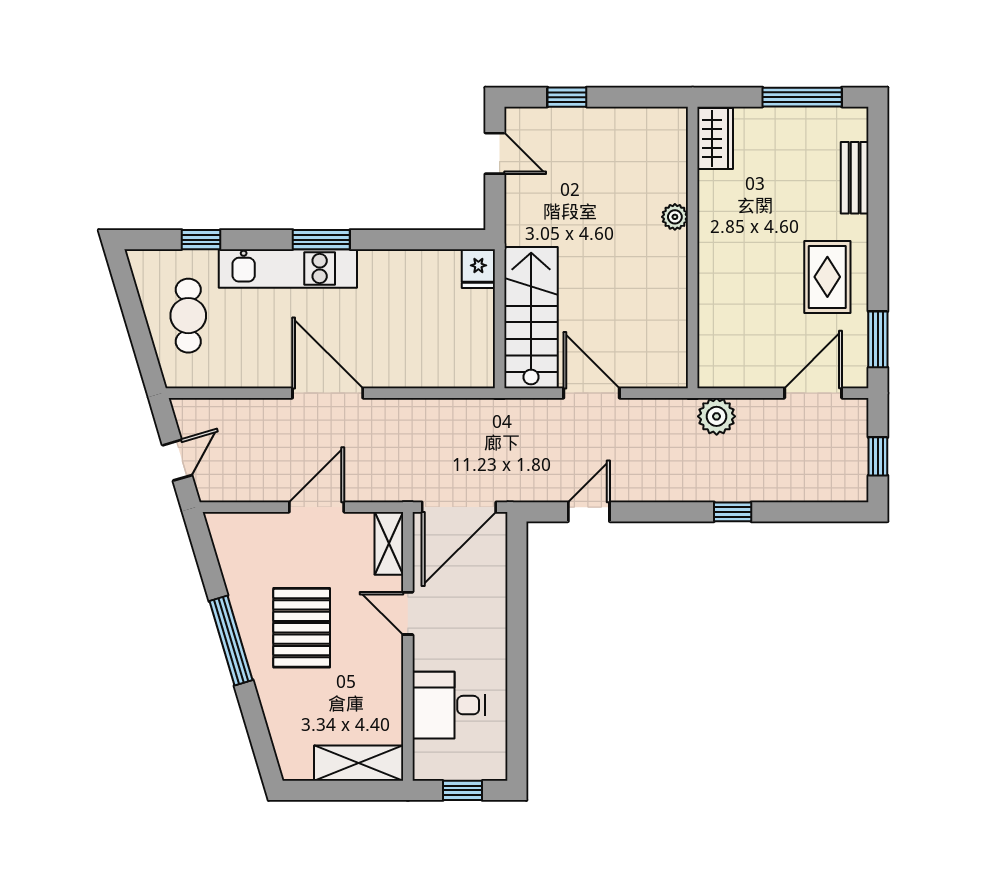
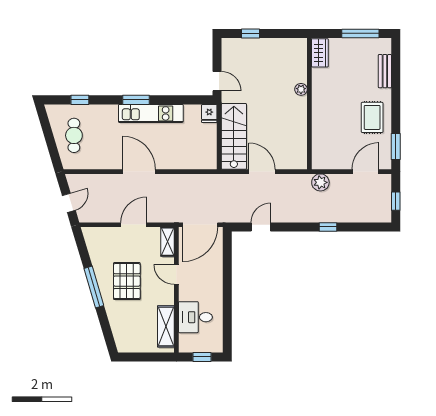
door: (495, 153) -> (217, 81), moved
kitchen unit: (288, 268) -> (151, 113), moved
shelving: (359, 763) -> (166, 326), moved, turned 90

